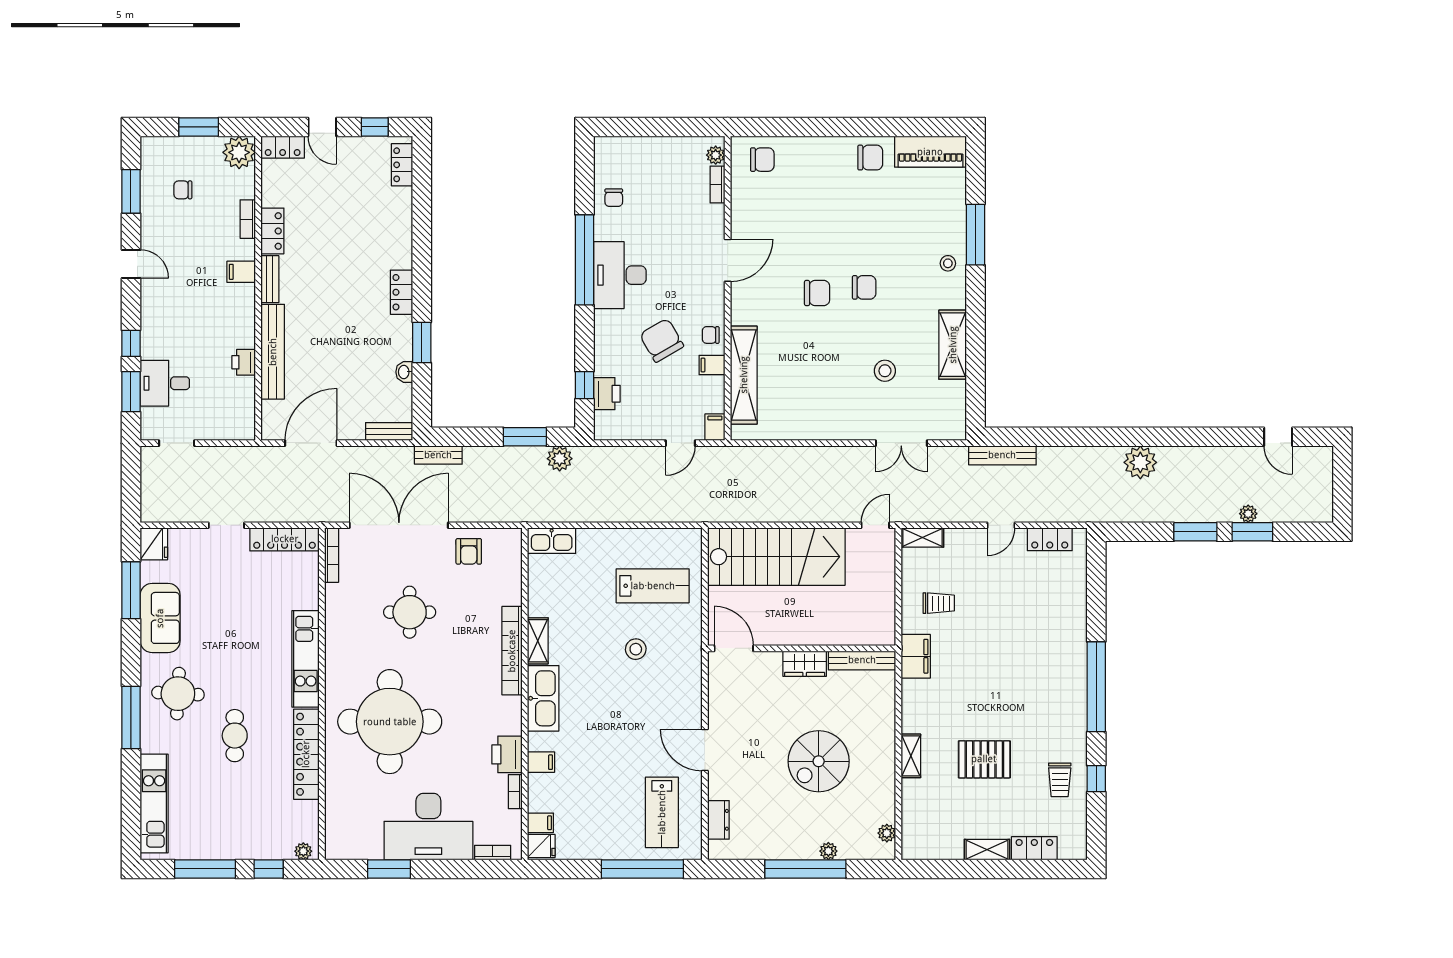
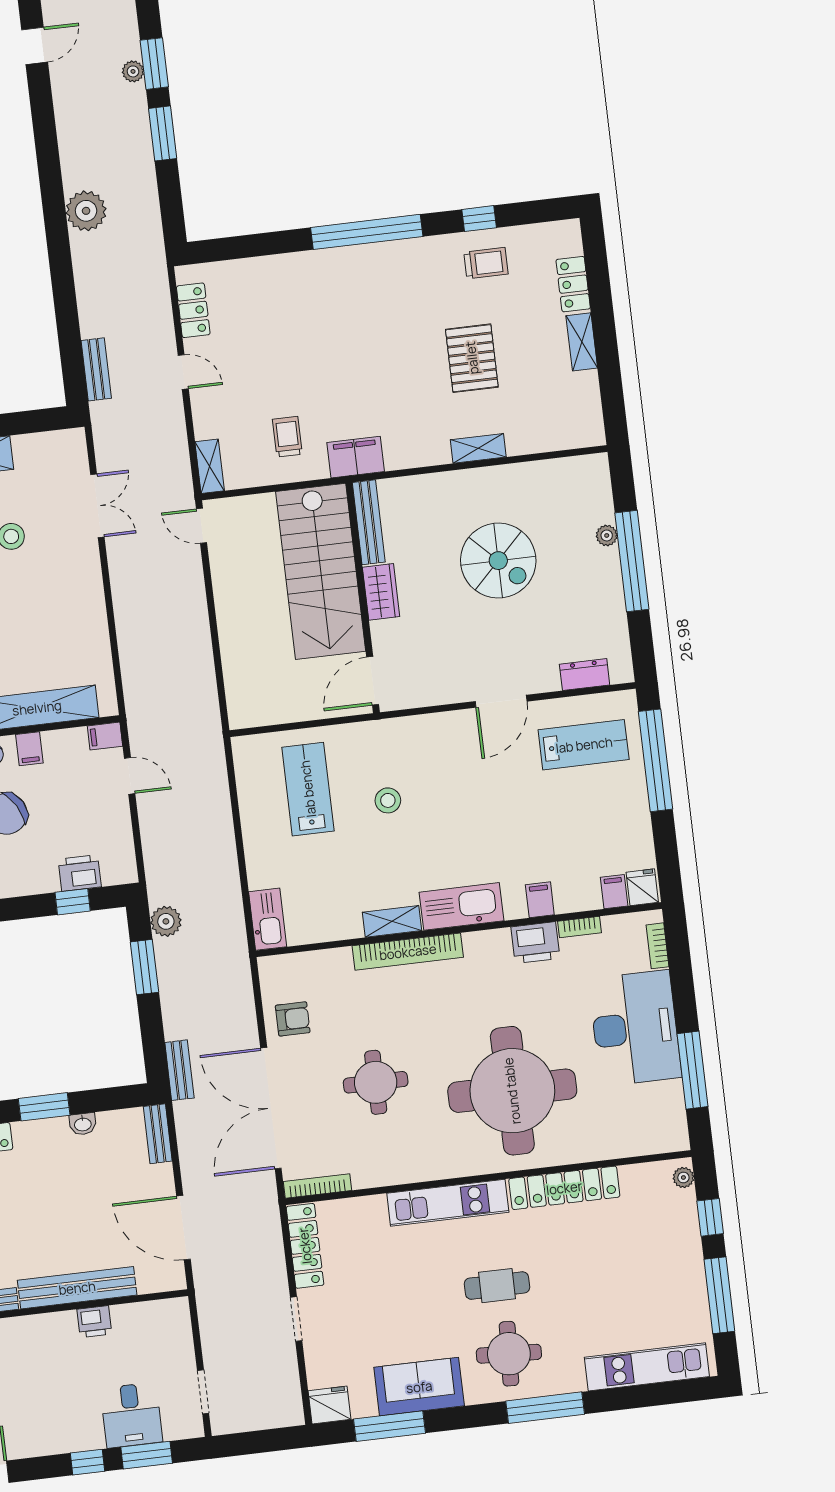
bench: (1002, 455) -> (96, 369), width x0.73
stairs: (776, 557) -> (321, 571), moved, turned 180
cafe table: (235, 736) -> (497, 1286), moved
plant: (887, 833) -> (576, 467), removed
window: (389, 869) -> (693, 1070), width x1.44

